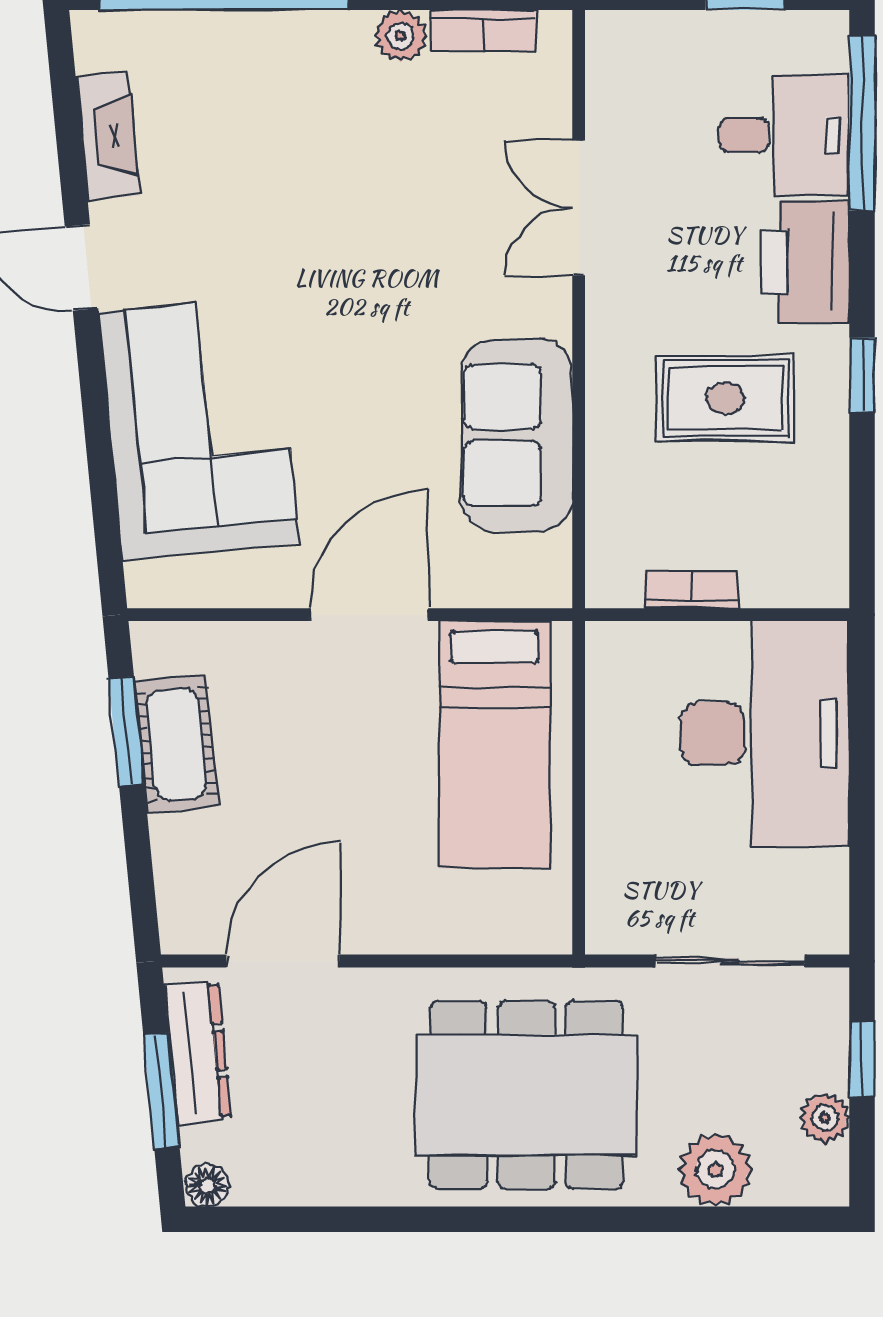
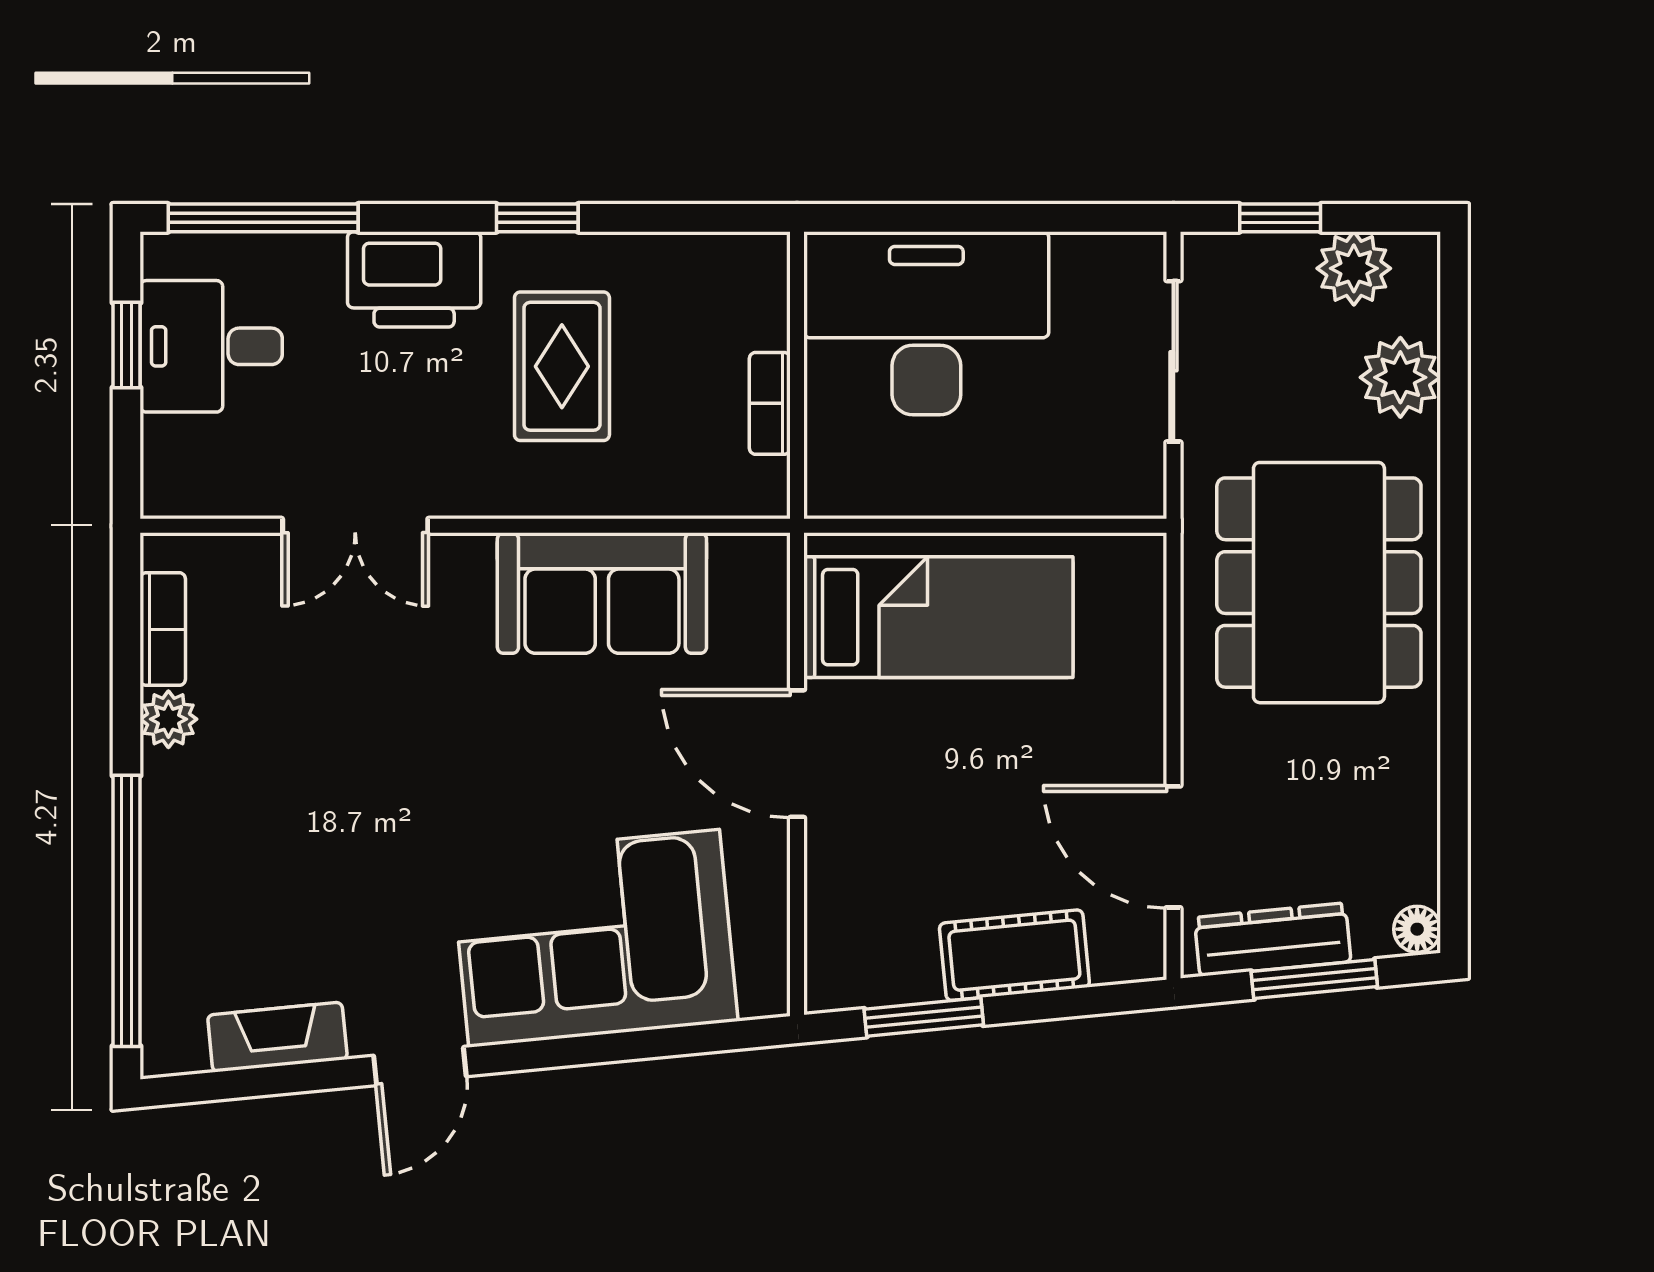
desk: (784, 135) -> (211, 346), moved, turned -90
cot: (177, 744) -> (1014, 955), moved
plant: (825, 1118) -> (1354, 268), width x1.38, depth x1.38

